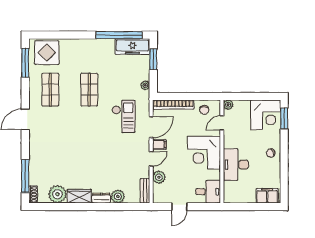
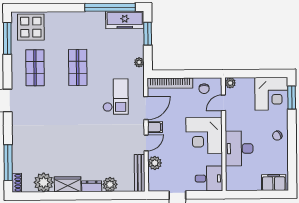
bench: (145, 191) -> (140, 173), width x1.36

